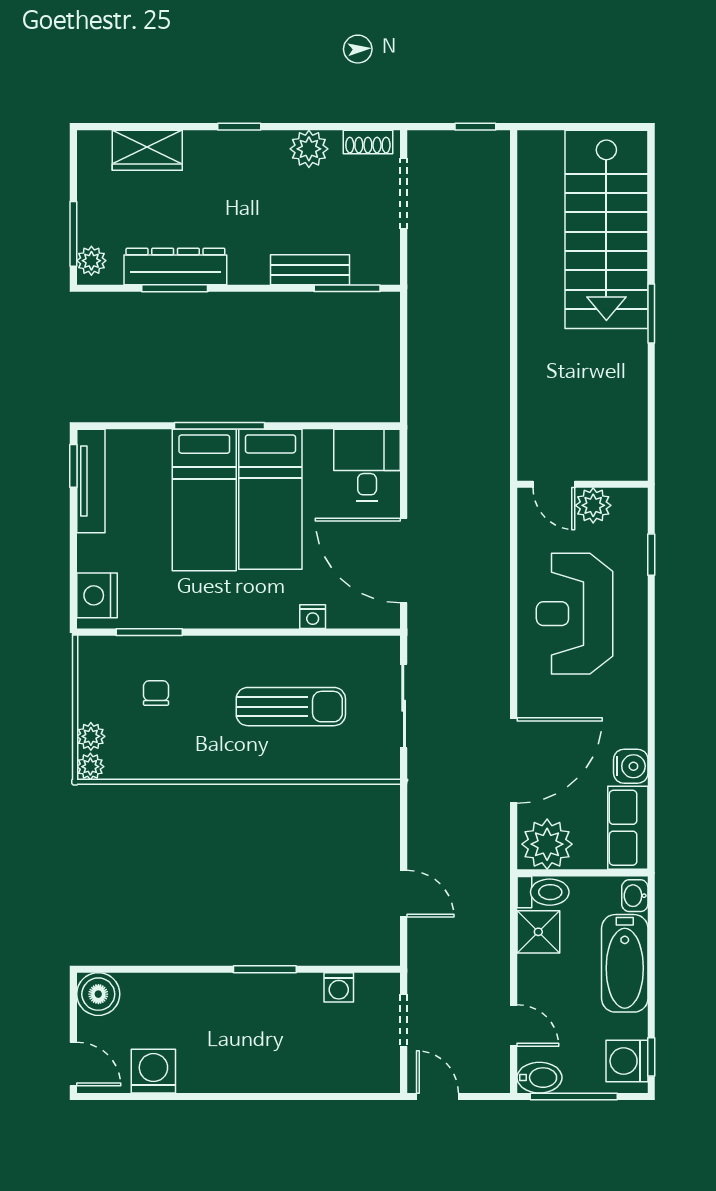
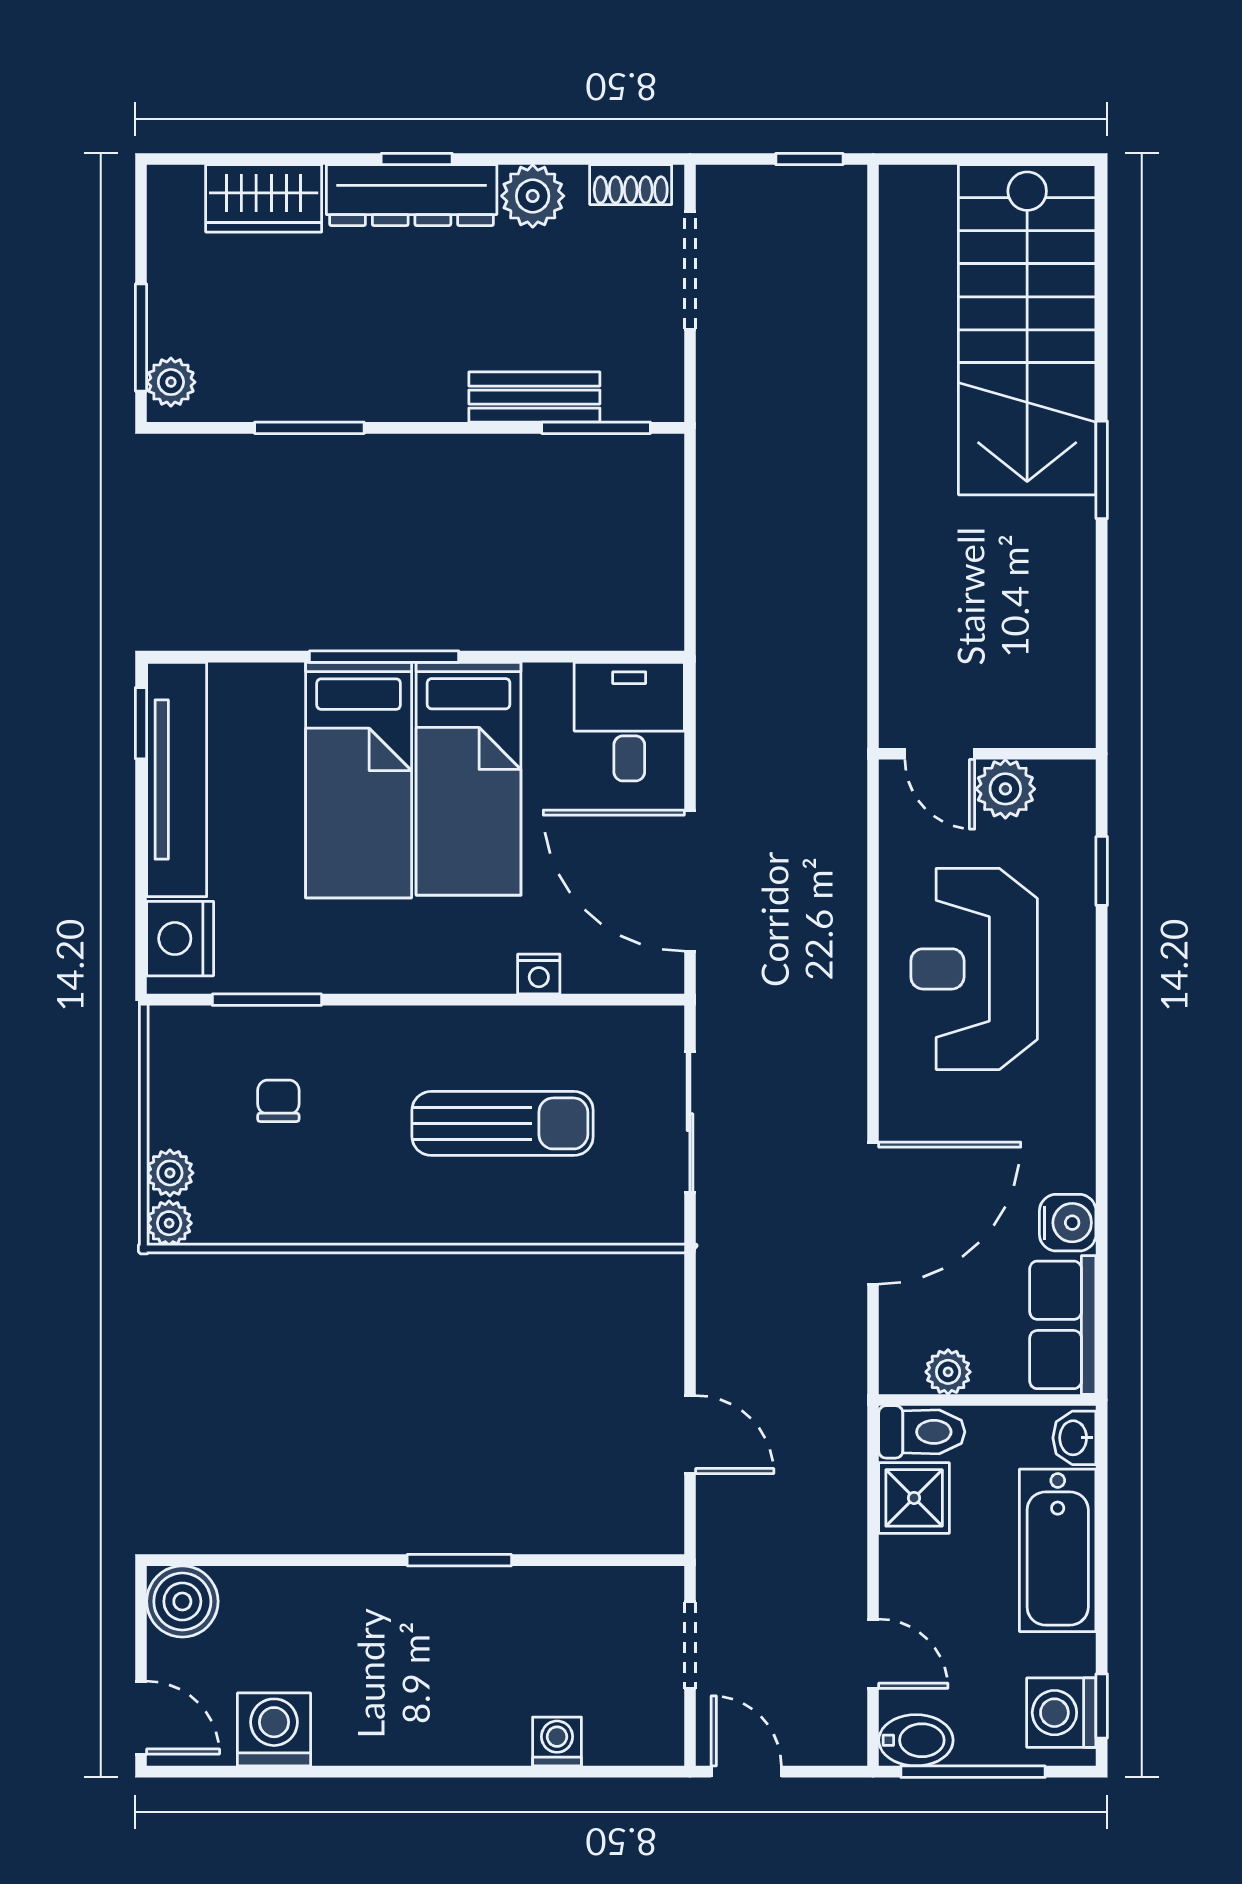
dresser: (175, 266) -> (412, 195), moved, turned 180
tv unit: (91, 481) -> (177, 779), width x1.36, depth x1.29
plant: (547, 844) -> (948, 1372), width x0.53, depth x0.53
washing machine: (339, 987) -> (557, 1742), moved, turned 180

